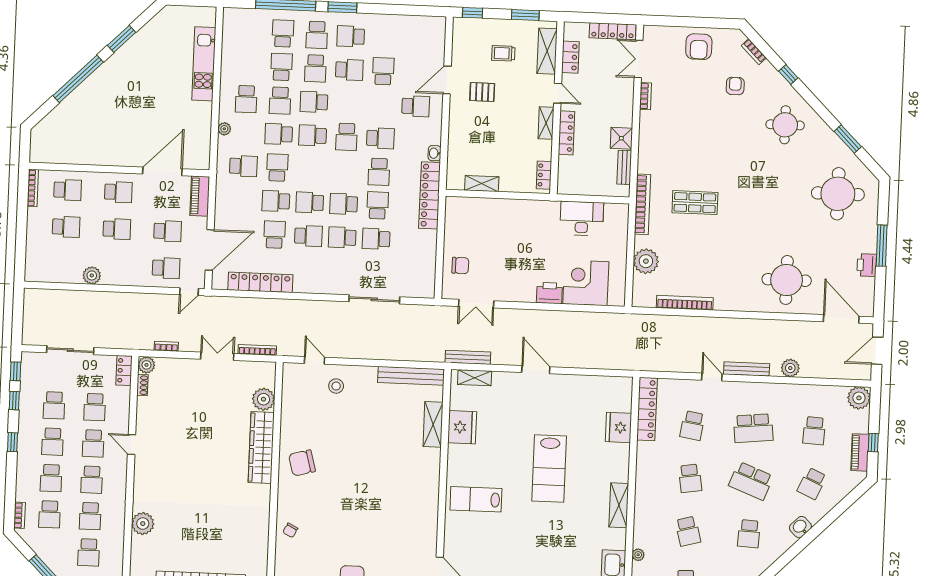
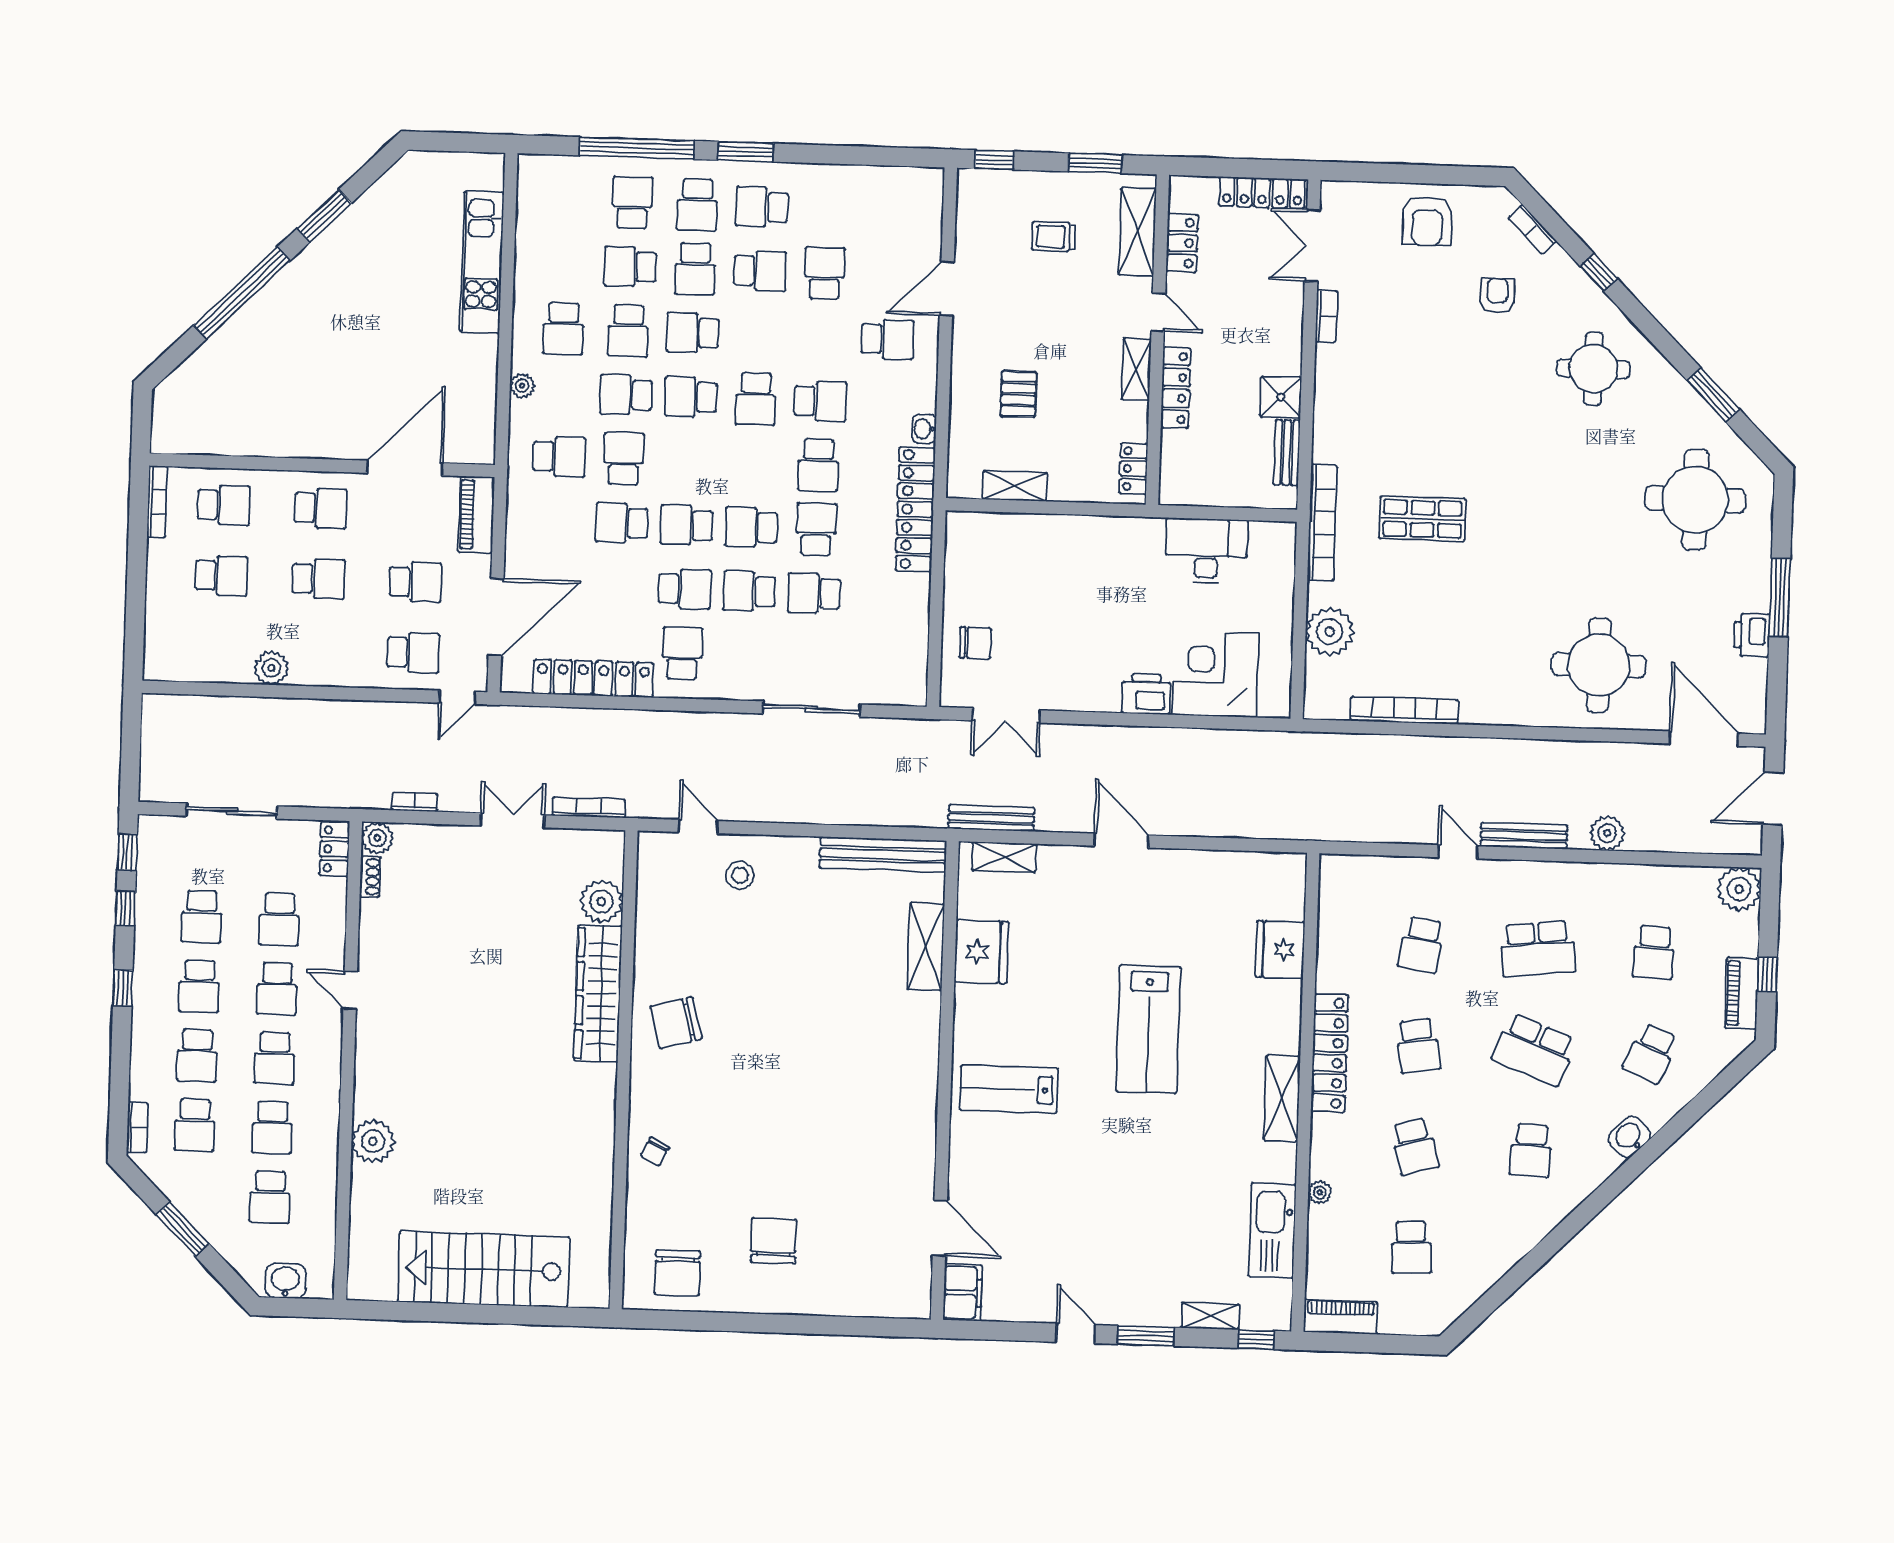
school desk: (281, 67) -> (630, 267), turned -90
pallet: (482, 92) -> (1018, 394), moved, turned 90
school desk: (274, 235) -> (682, 653), moved
locker: (647, 409) -> (1330, 1053), moved

